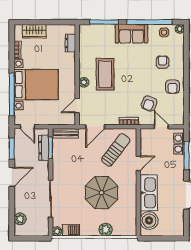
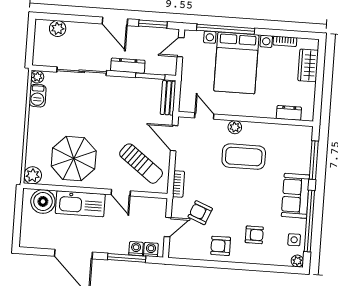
dresser: (44, 148) -> (128, 66), moved
parasol: (102, 193) -> (74, 159), moved
plant: (106, 230) -> (33, 175), moved

